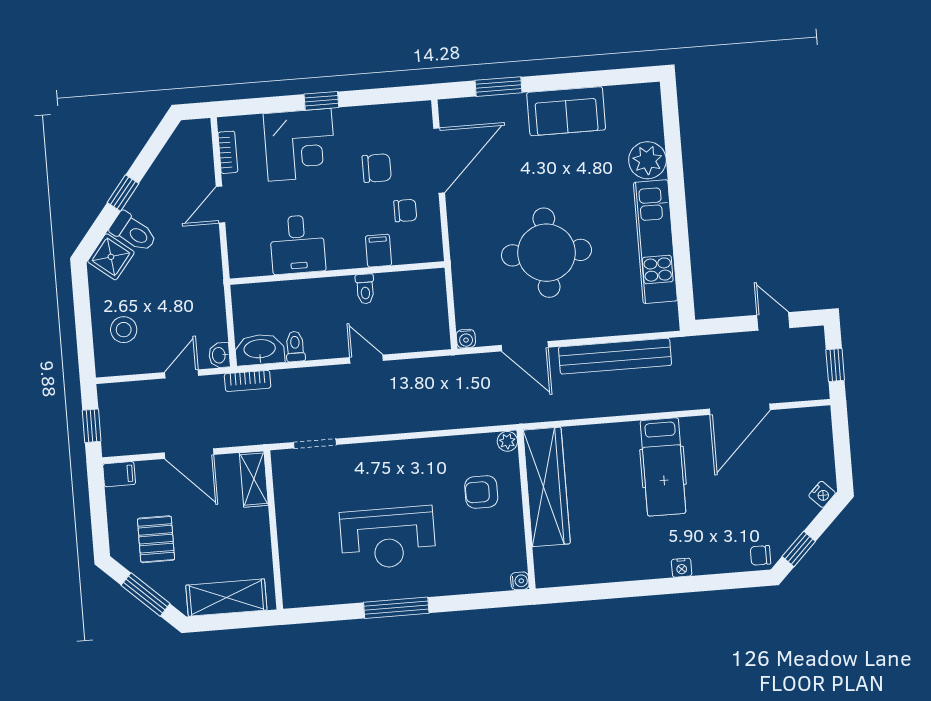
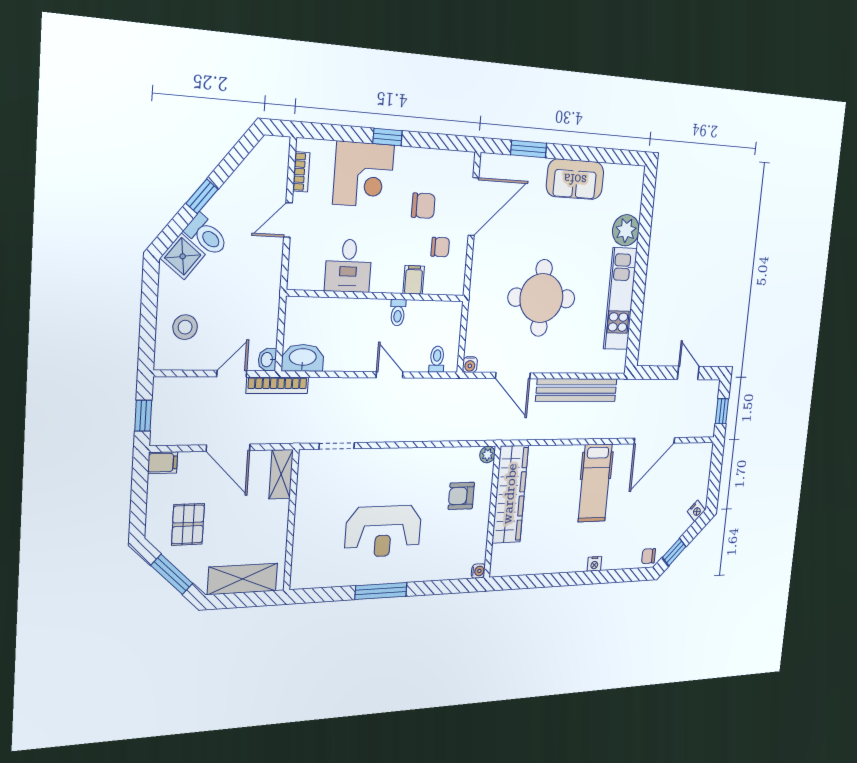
toilet: (295, 346) -> (437, 359), moved
bookcase: (248, 381) -> (277, 385), width x1.56

